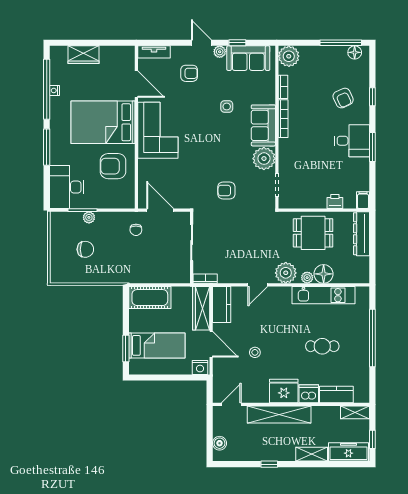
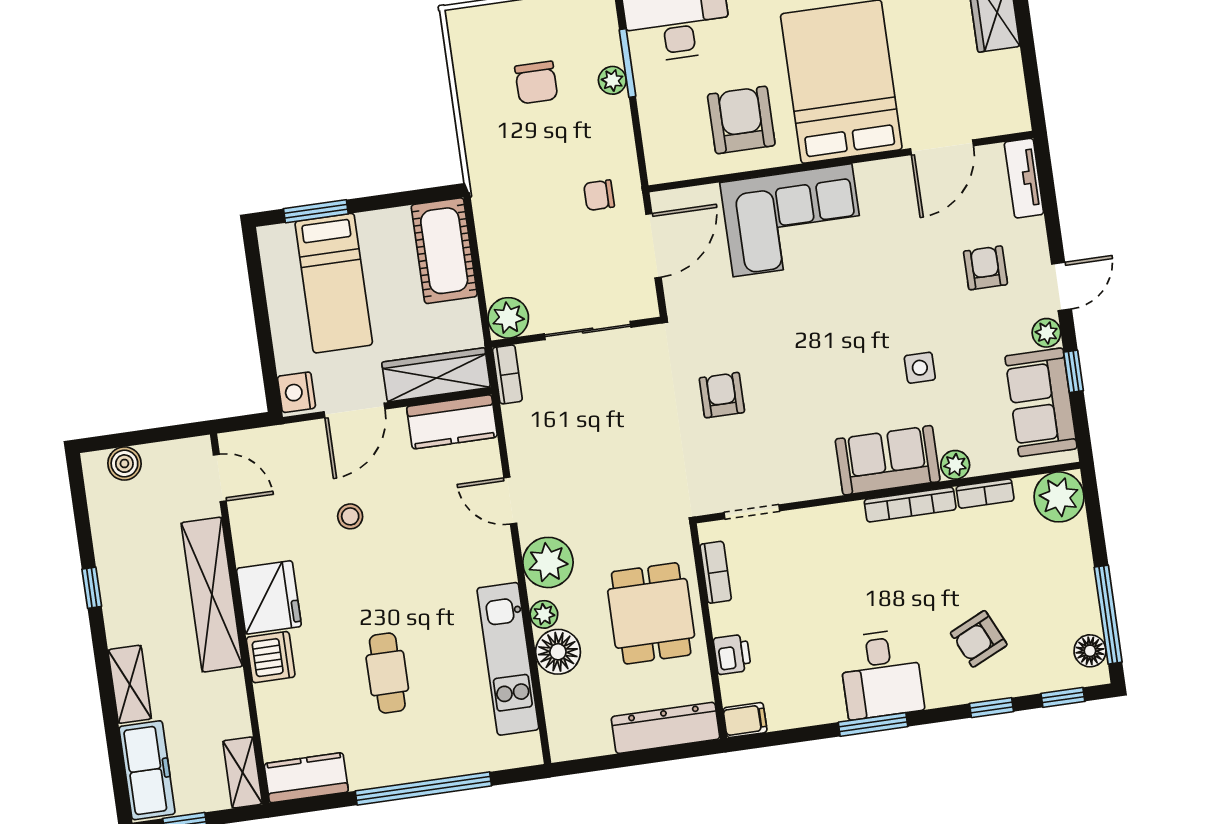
window: (372, 66) -> (1063, 697), added
armchair: (189, 73) -> (985, 268), turned 180
corner sofa: (158, 130) -> (792, 220), moved
plant: (264, 159) -> (955, 465), moved, width x0.53, depth x0.53
bookcase: (300, 204) -> (716, 572), added
plant: (182, 275) -> (508, 318), added
kitchen counter: (336, 395) -> (306, 778), moved, turned -90

